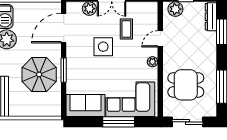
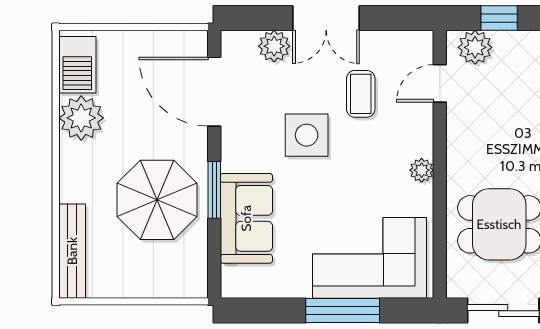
door: (64, 28) -> (214, 92), hinge flipped
door: (160, 39) -> (440, 83), moved
sofa: (86, 106) -> (246, 218), moved, turned 90

